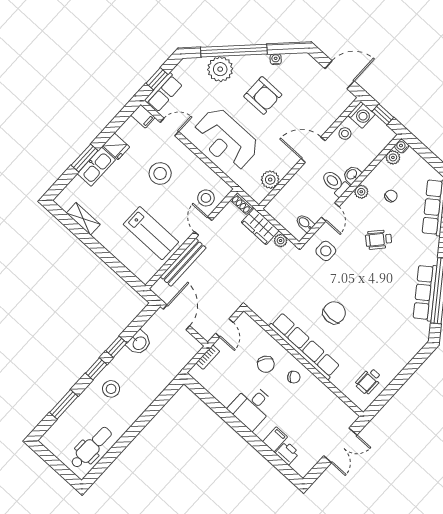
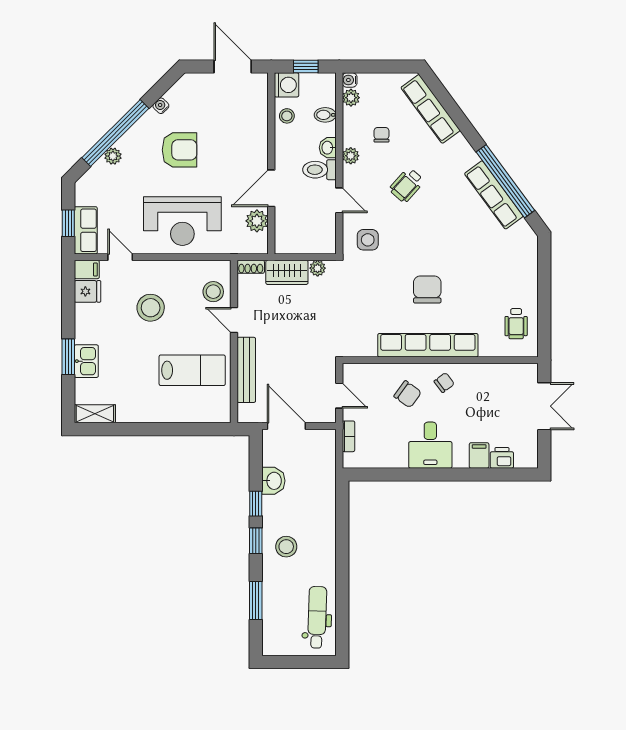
plant: (220, 69) -> (113, 156), width x0.53, depth x0.53
door: (340, 75) -> (233, 67), hinge flipped
door: (169, 127) -> (120, 257), hinge flipped
fridge: (116, 146) -> (87, 291), moved
door: (313, 150) -> (271, 188), moved
kitchen sink: (96, 167) -> (86, 361), width x0.73
shelving: (83, 219) -> (95, 414), moved
bidet: (305, 223) -> (325, 115), moved

